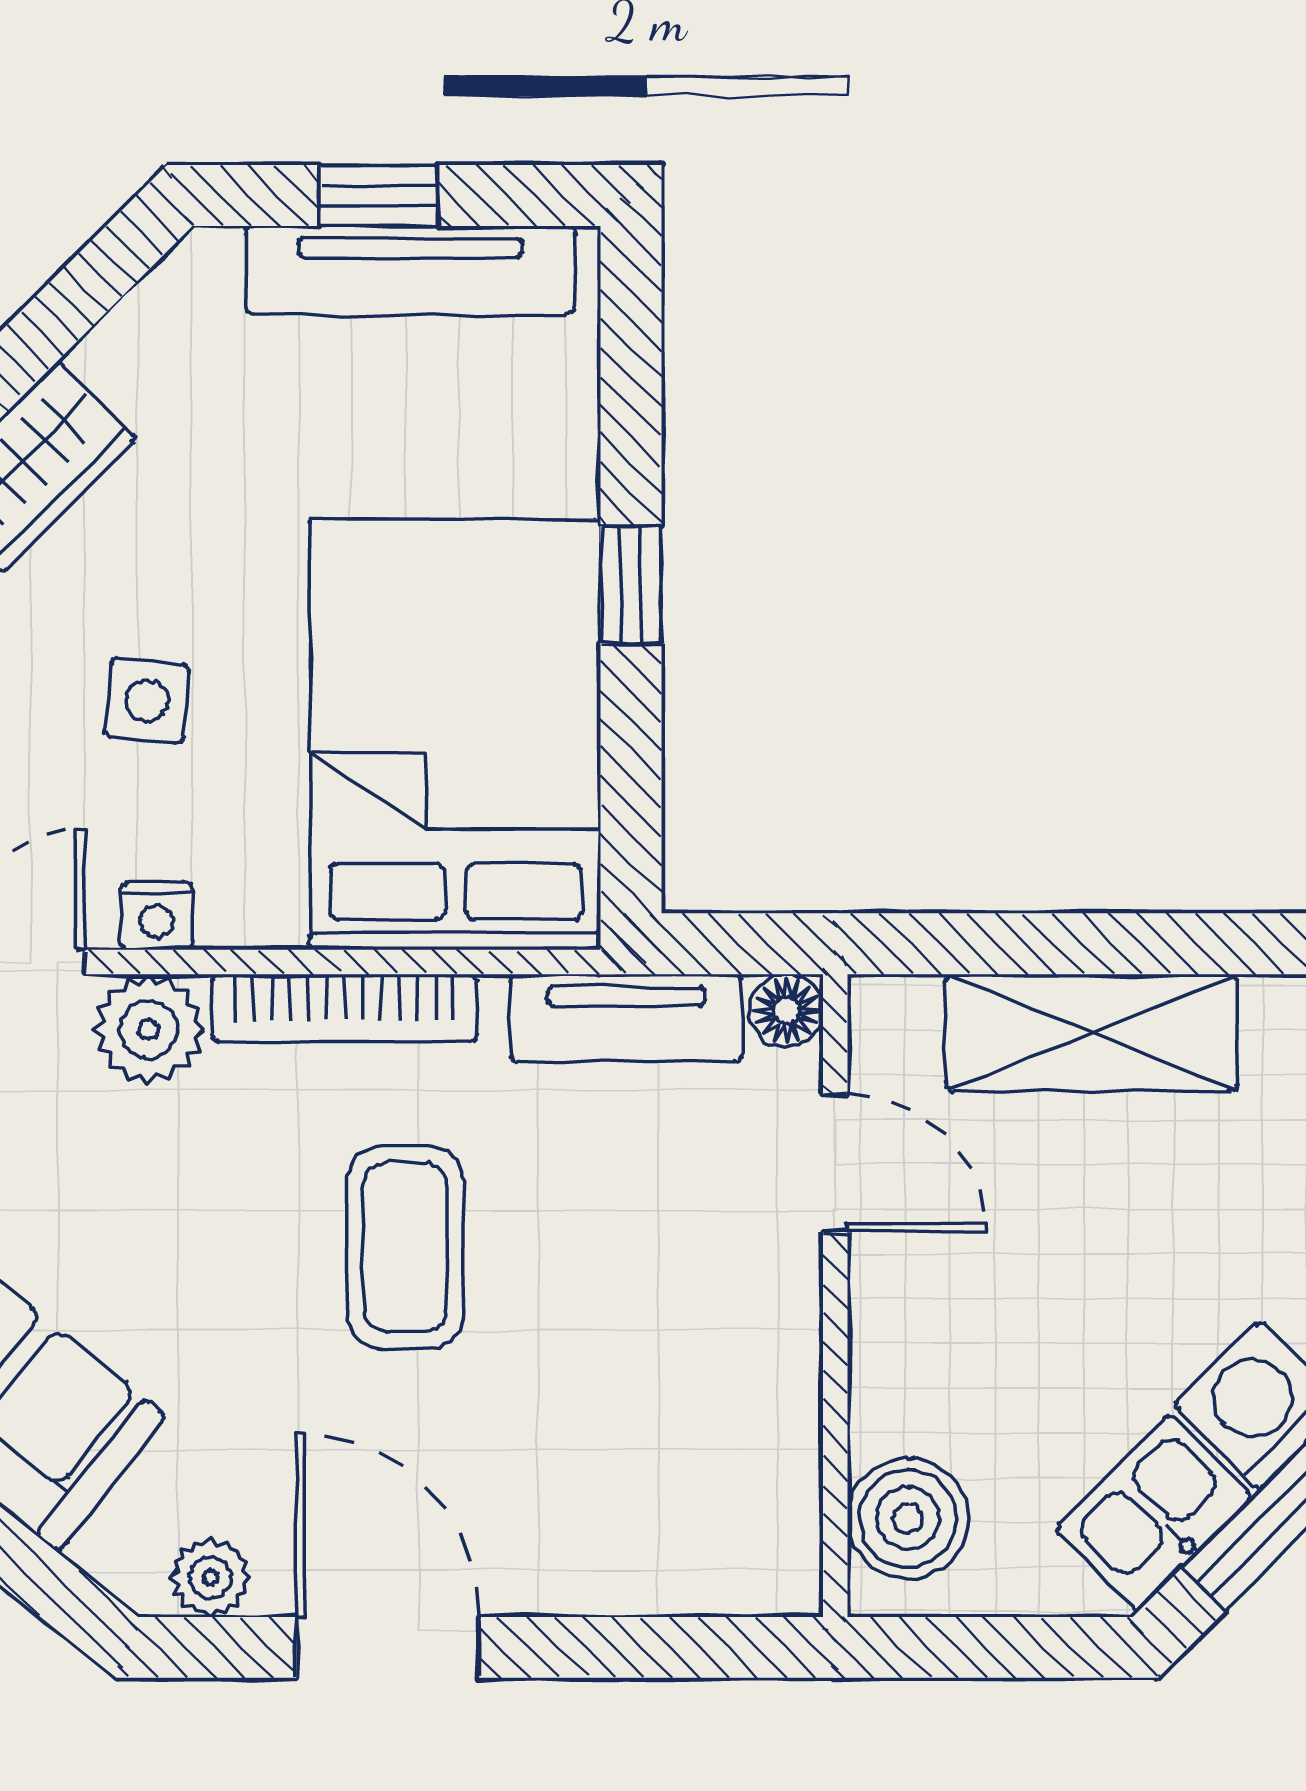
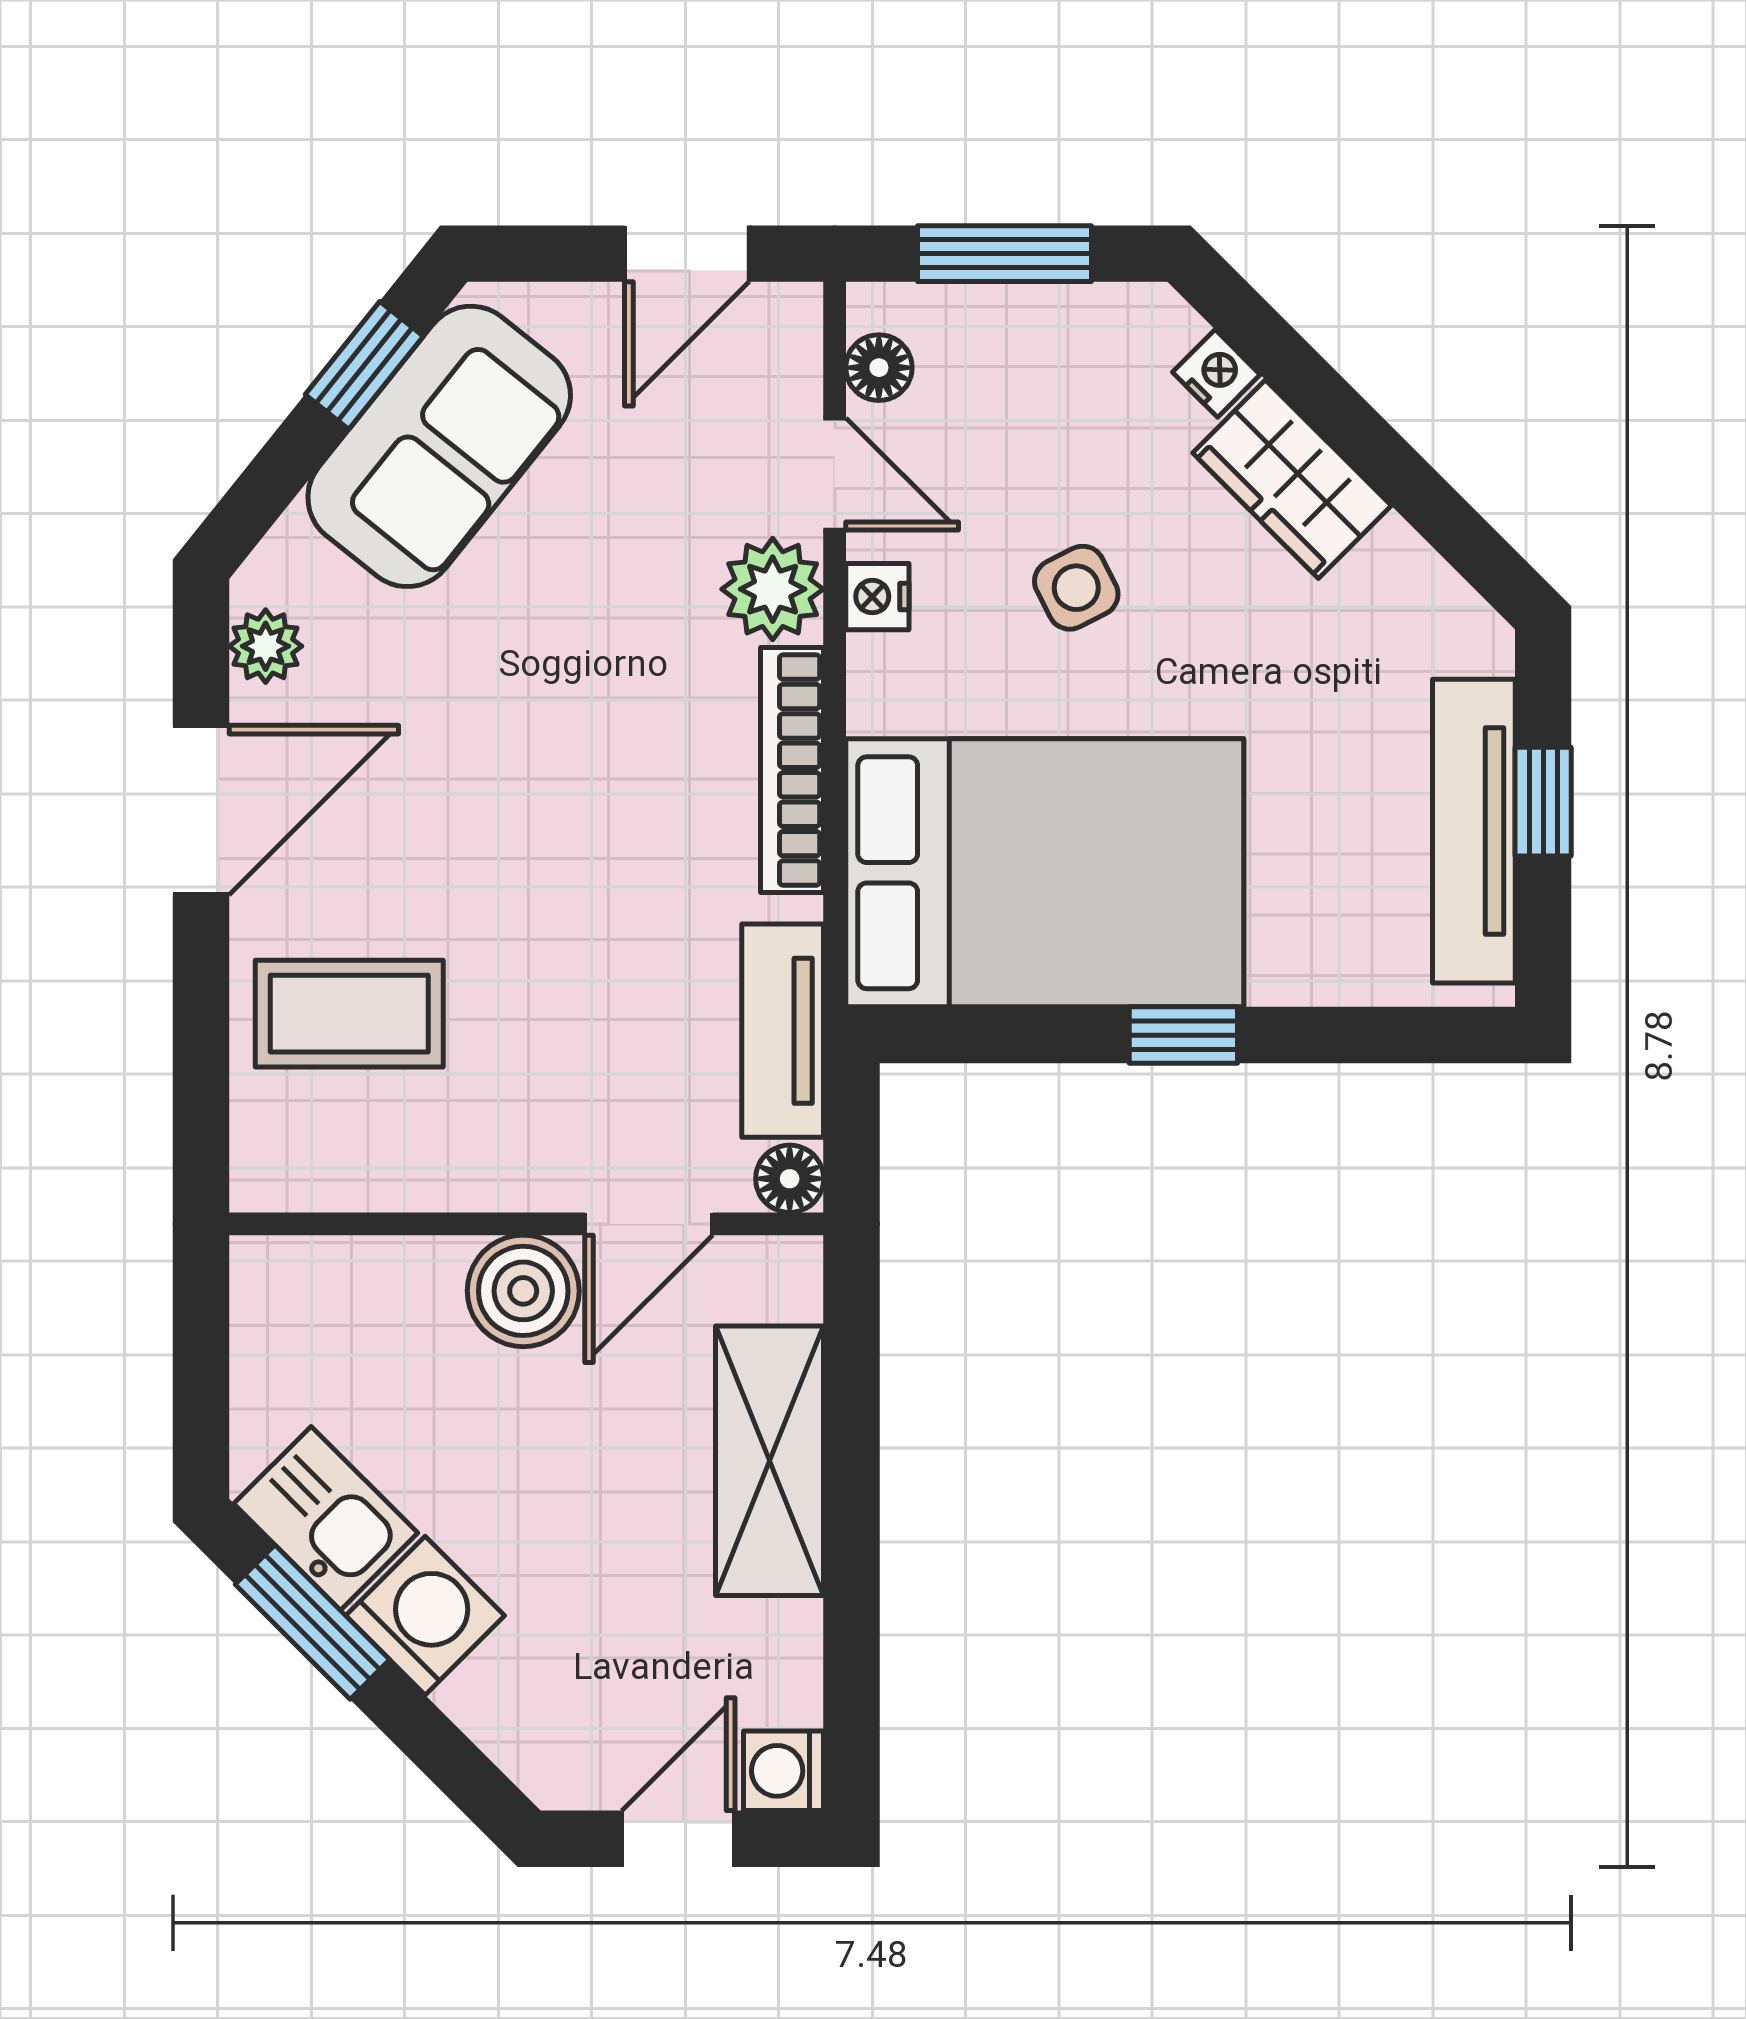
side table: (147, 701) -> (1076, 588), turned -33
coffee table: (405, 1247) -> (349, 1014), moved
boiler: (908, 1518) -> (523, 1291), moved

